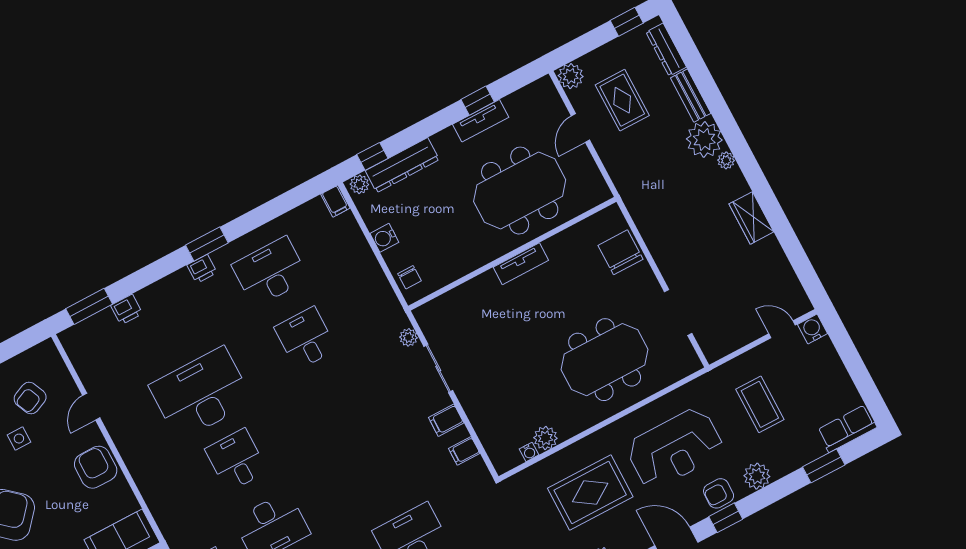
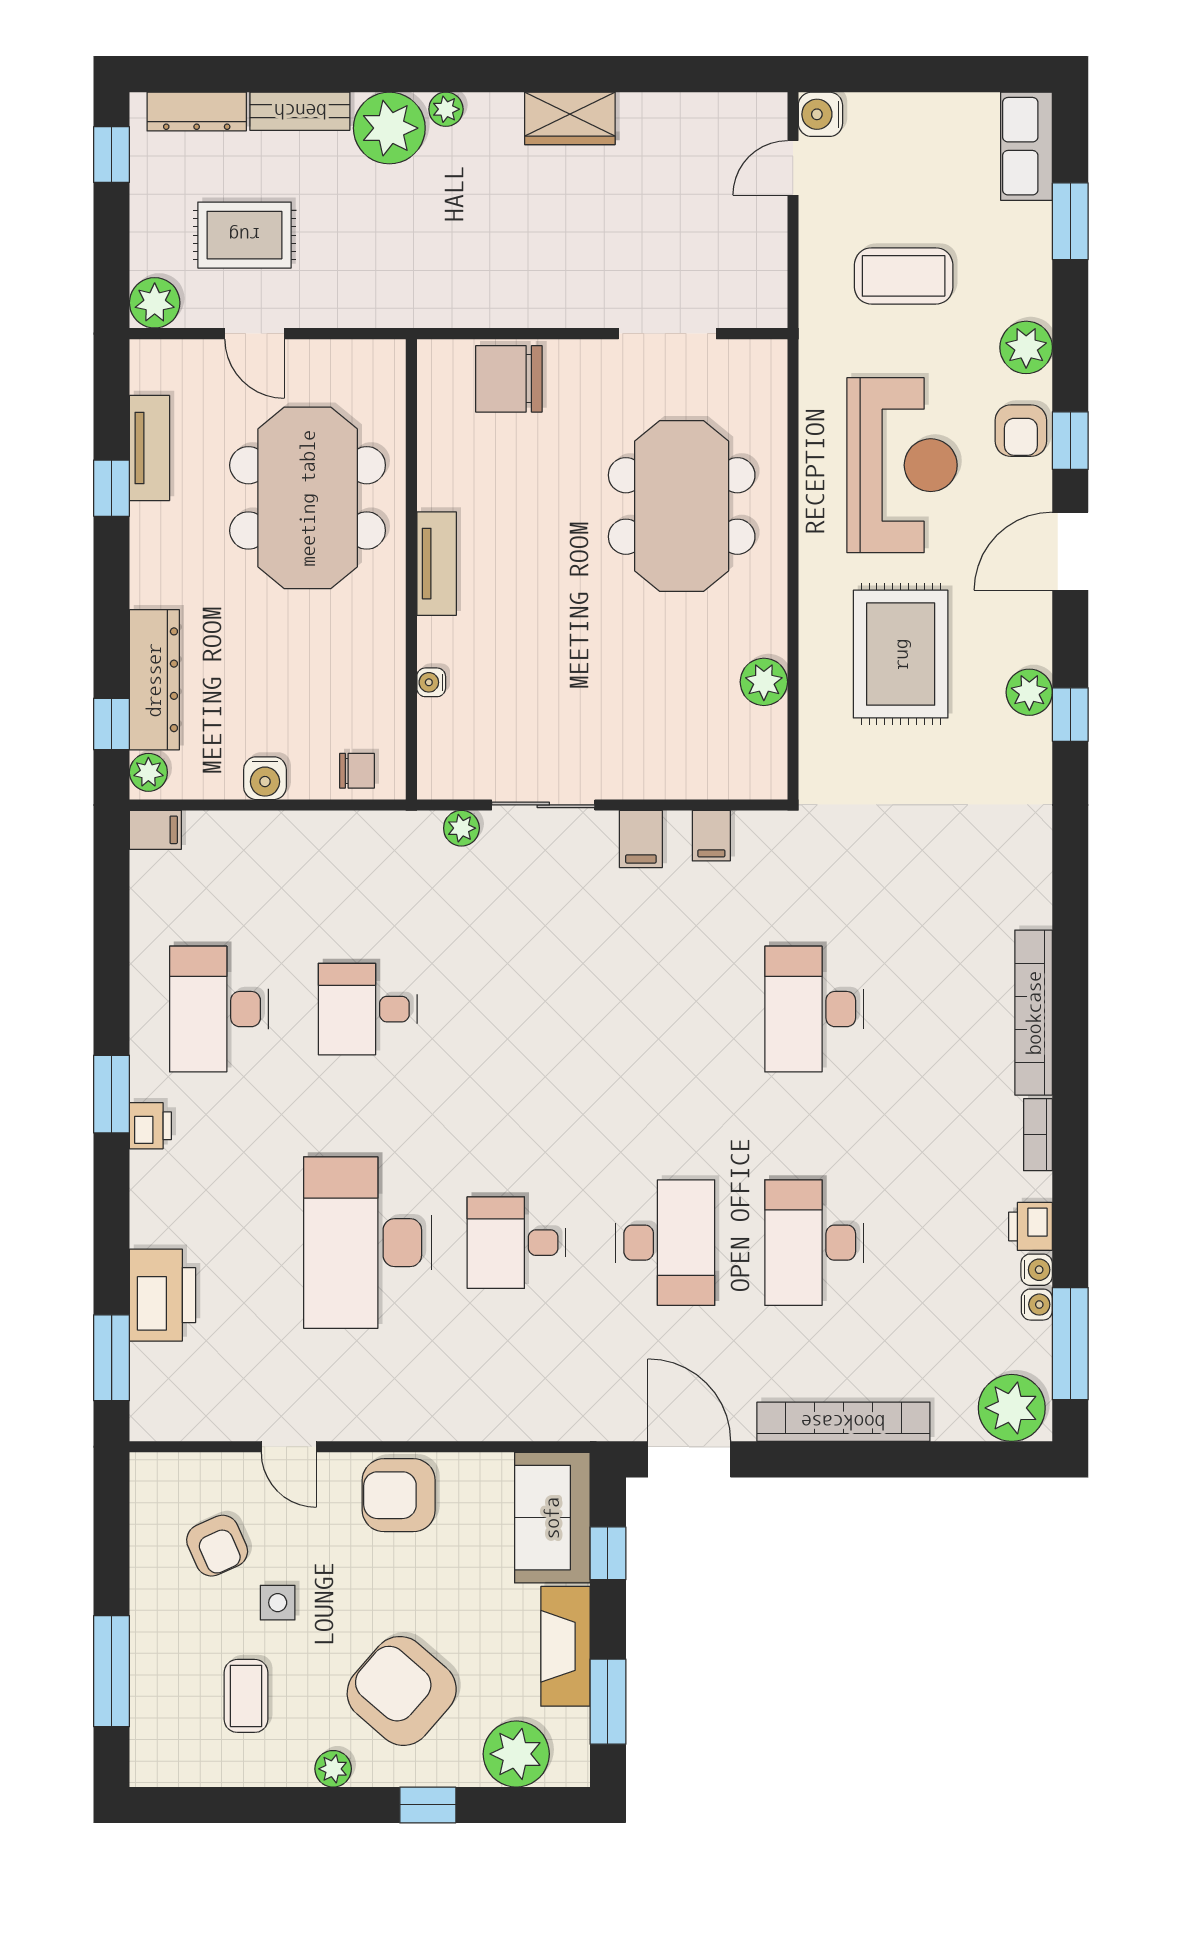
tv unit: (481, 121) -> (150, 448), moved
printer: (127, 310) -> (163, 1295), width x1.87, depth x1.48
water cooler: (529, 452) -> (431, 682), moved, turned 180

